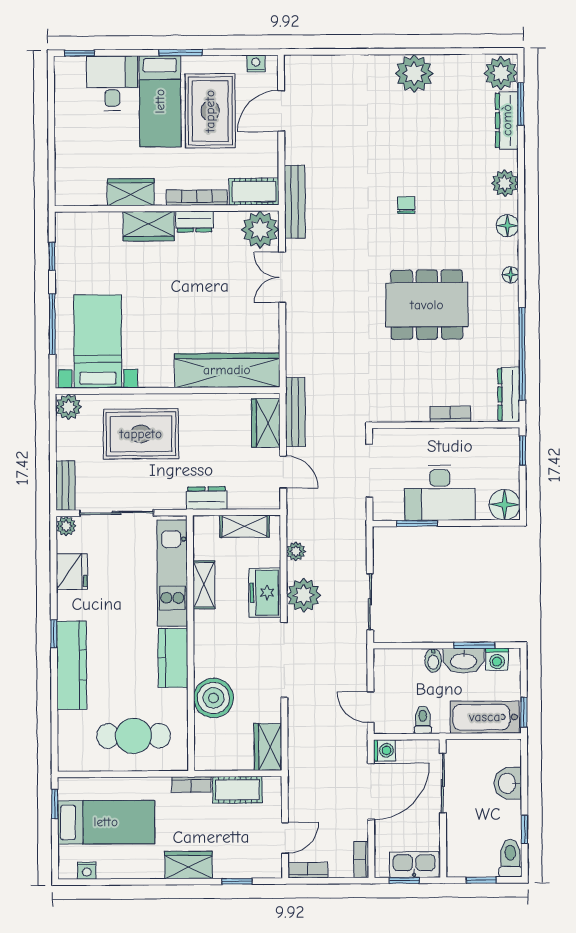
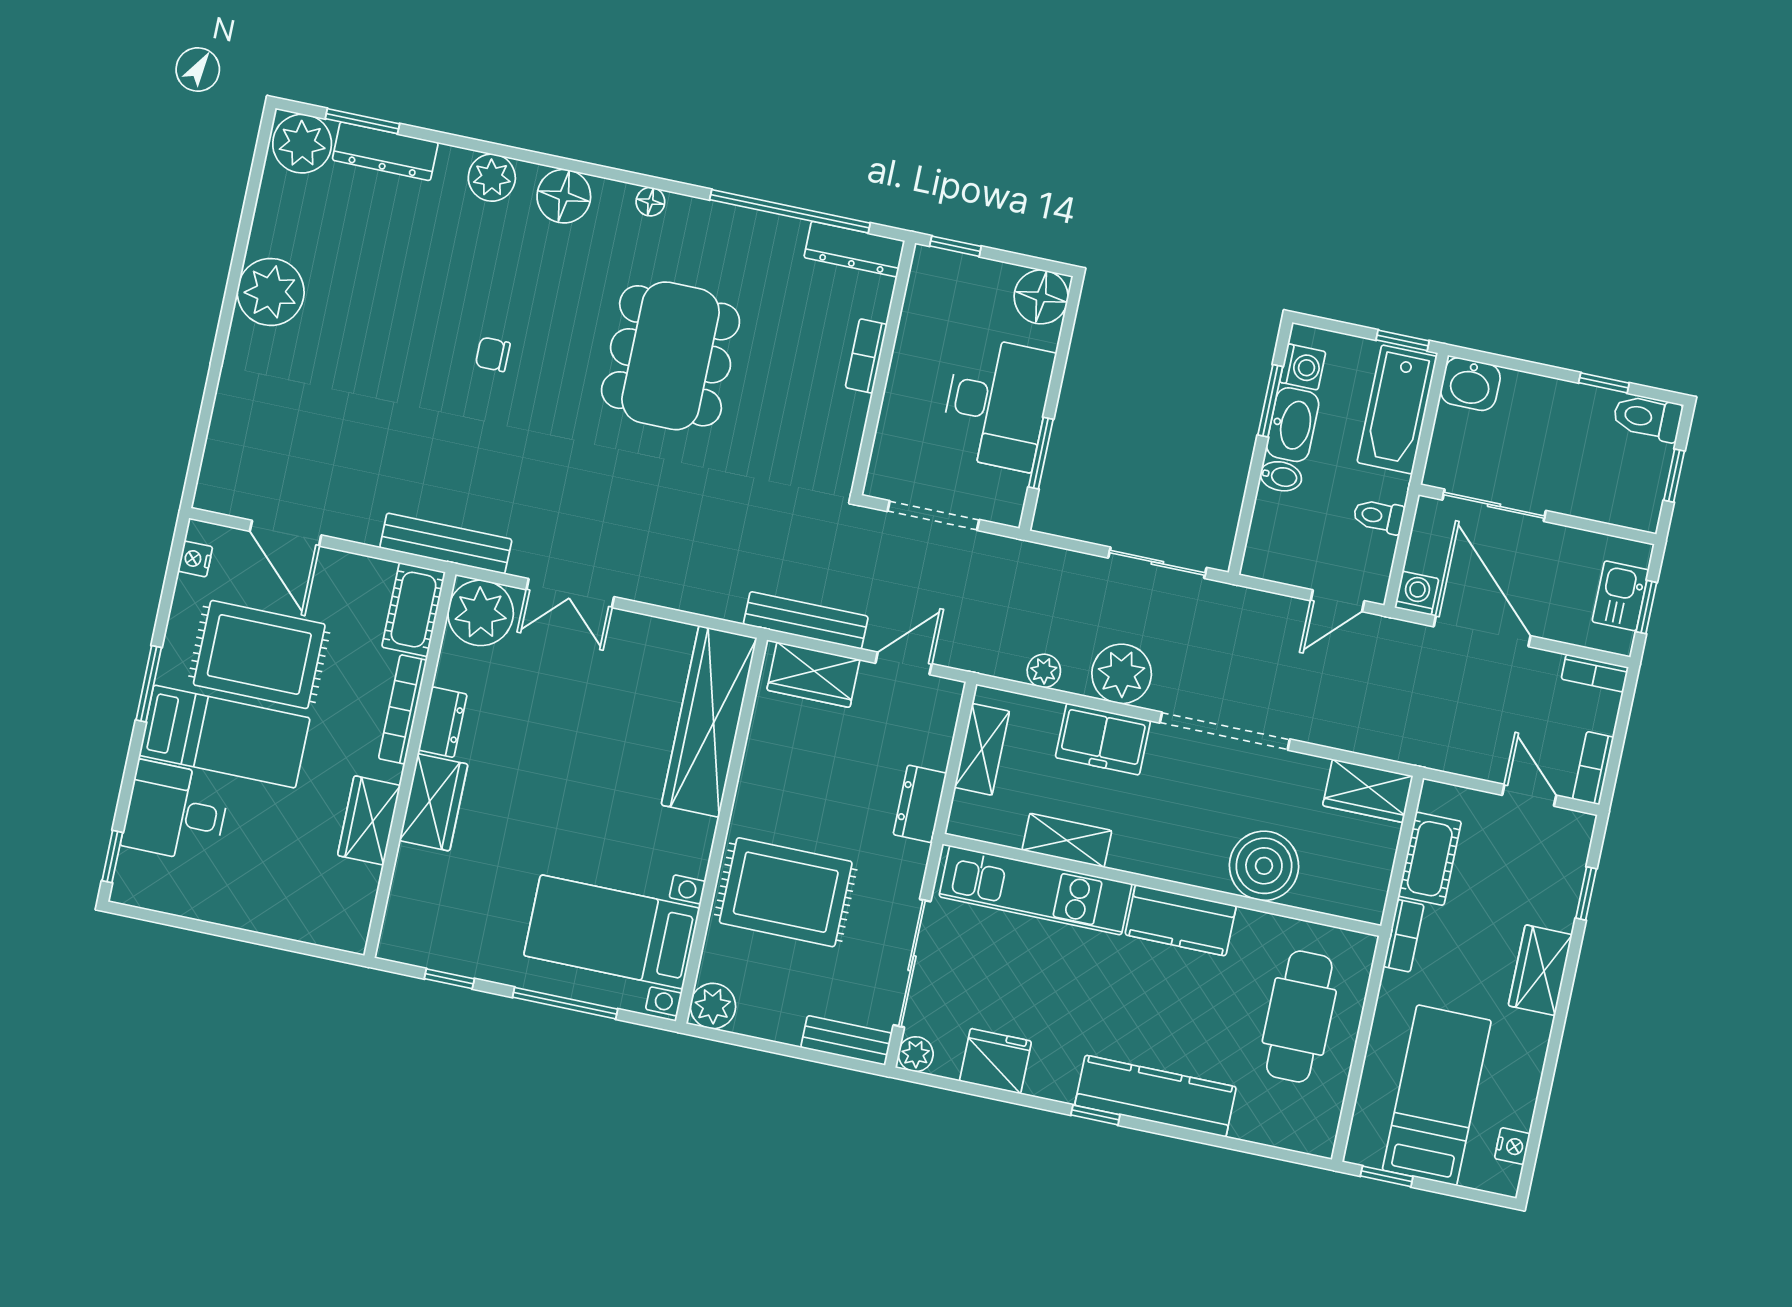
floor lamp: (507, 226) -> (564, 196), width x1.38, depth x1.38
rug: (141, 434) -> (786, 892), turned 90
washbasin: (508, 783) -> (1470, 384), moved
kitchen sink: (414, 865) -> (1620, 596), width x0.73

